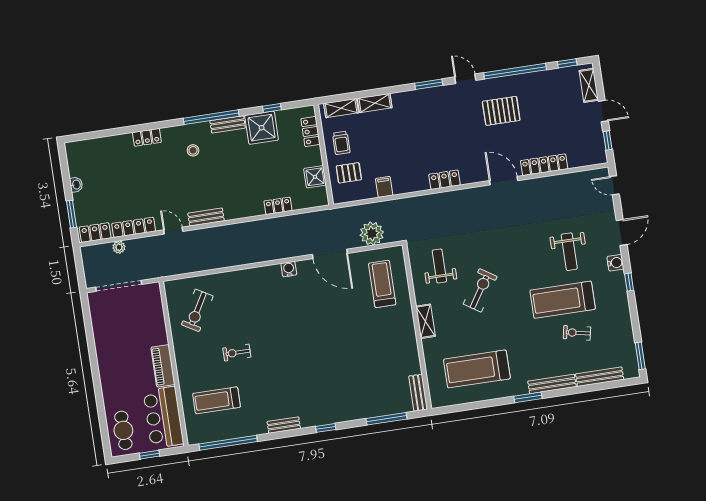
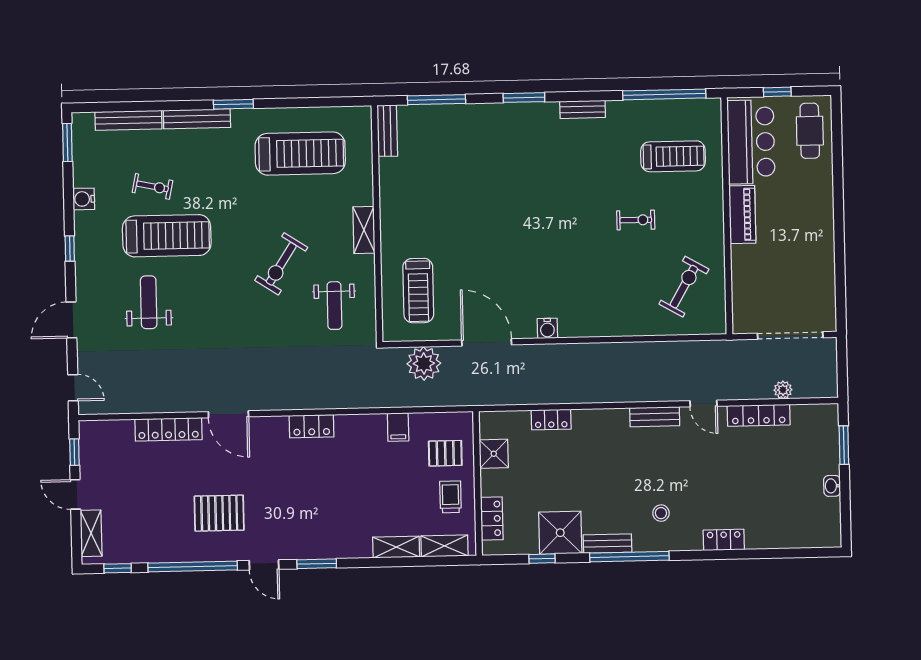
locker: (95, 233) -> (814, 415), removed
water cooler: (615, 263) -> (84, 199), moved
window: (326, 428) -> (524, 98), width x1.50

